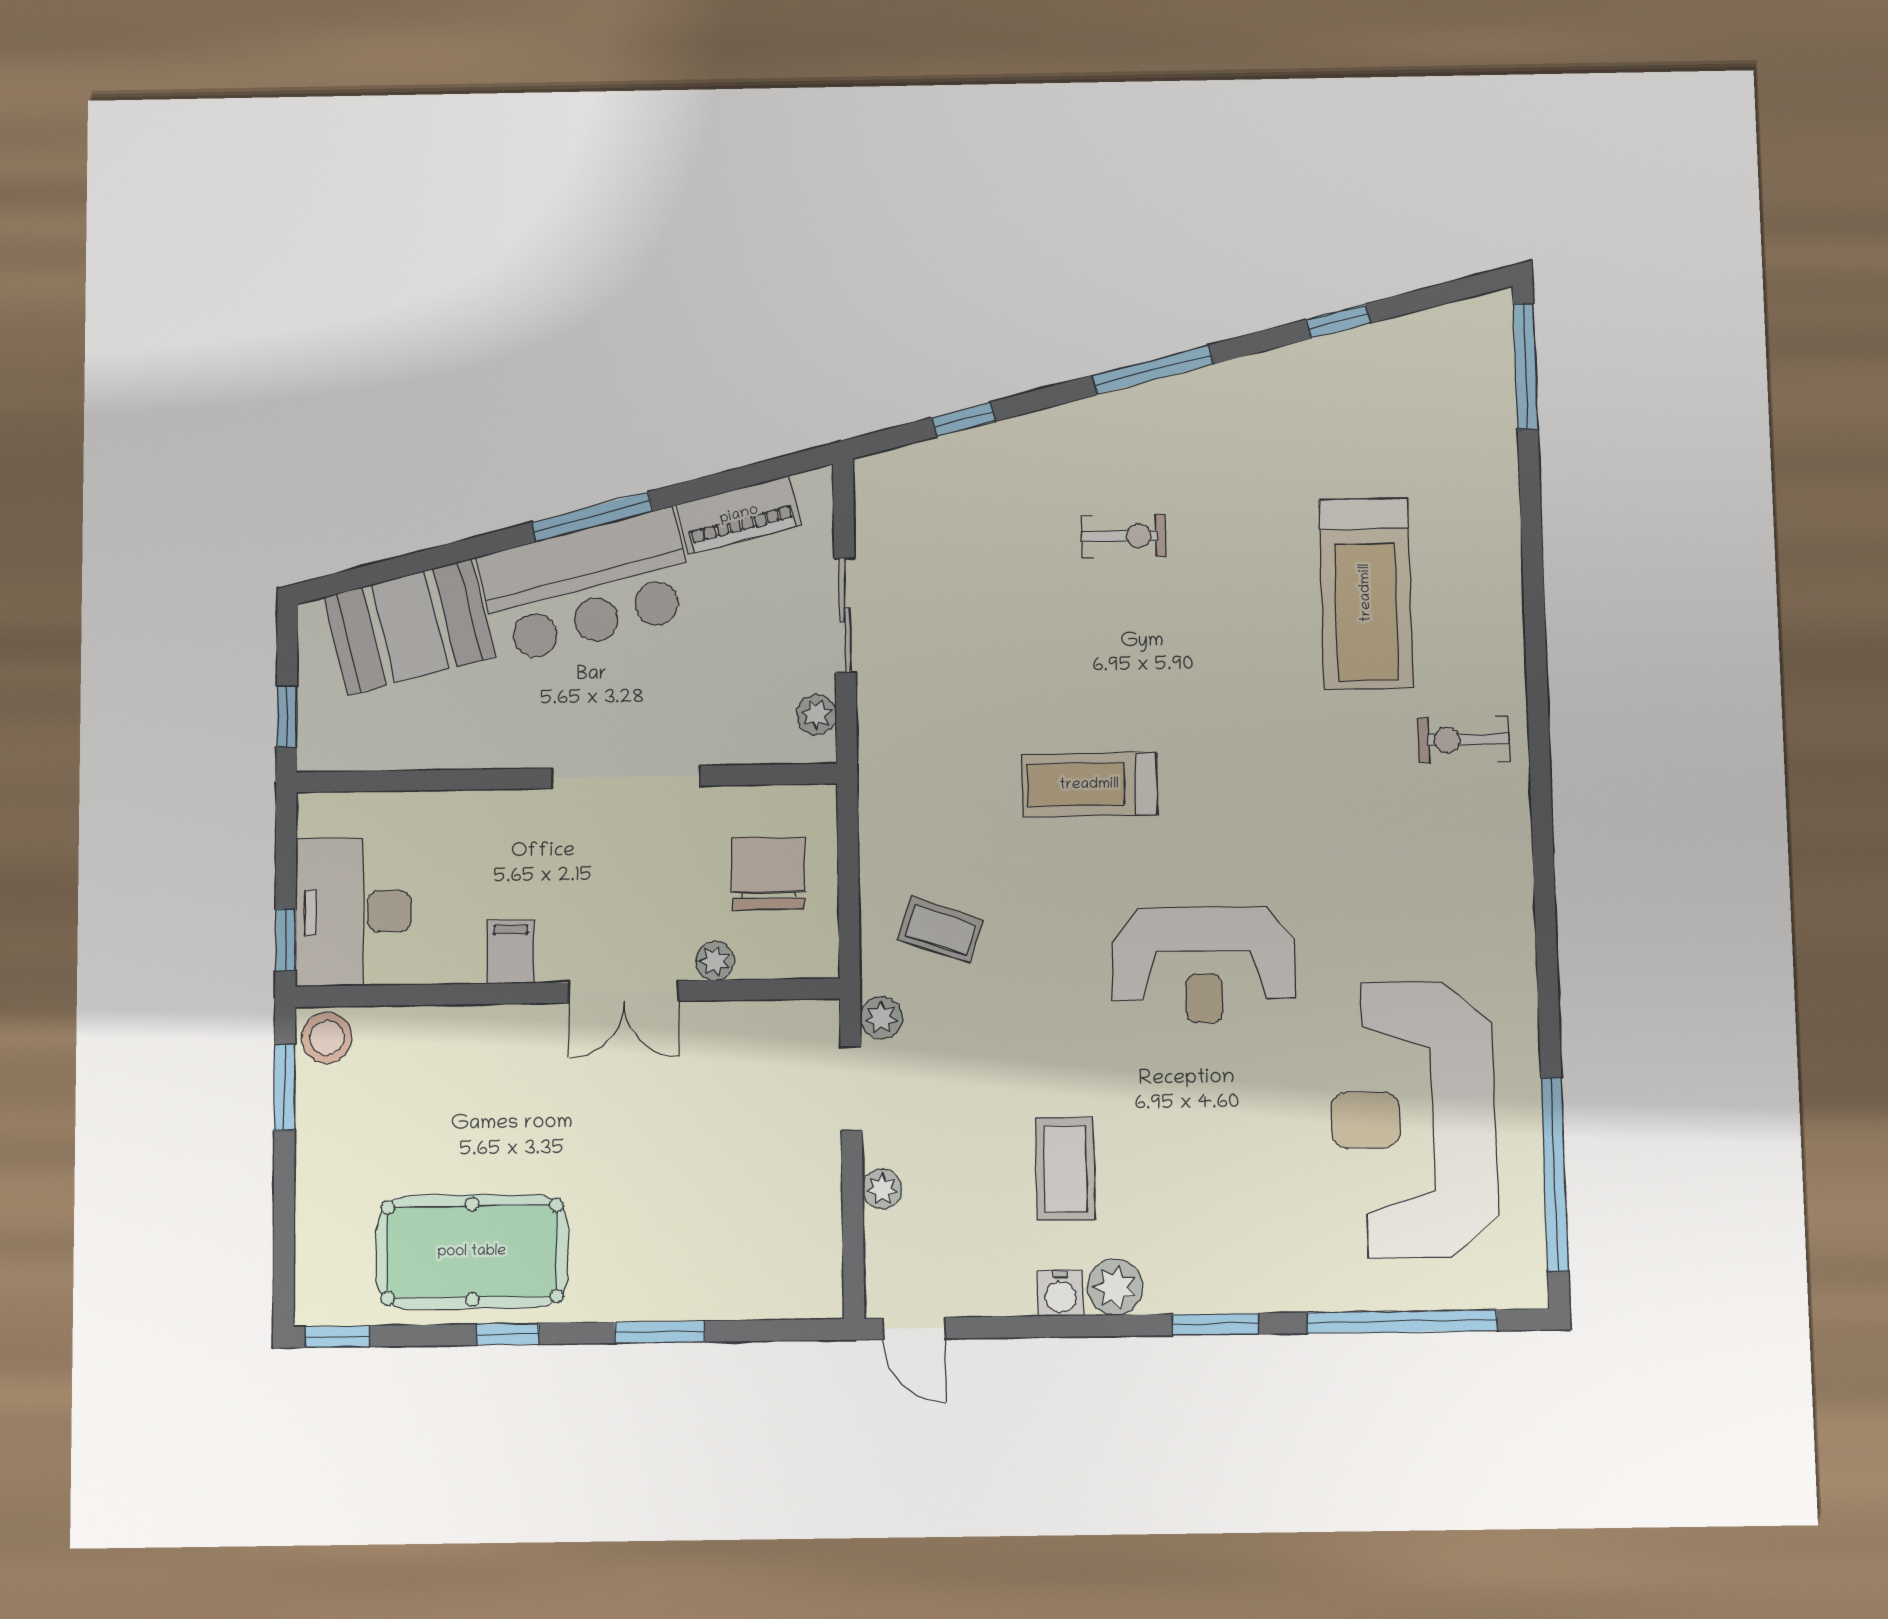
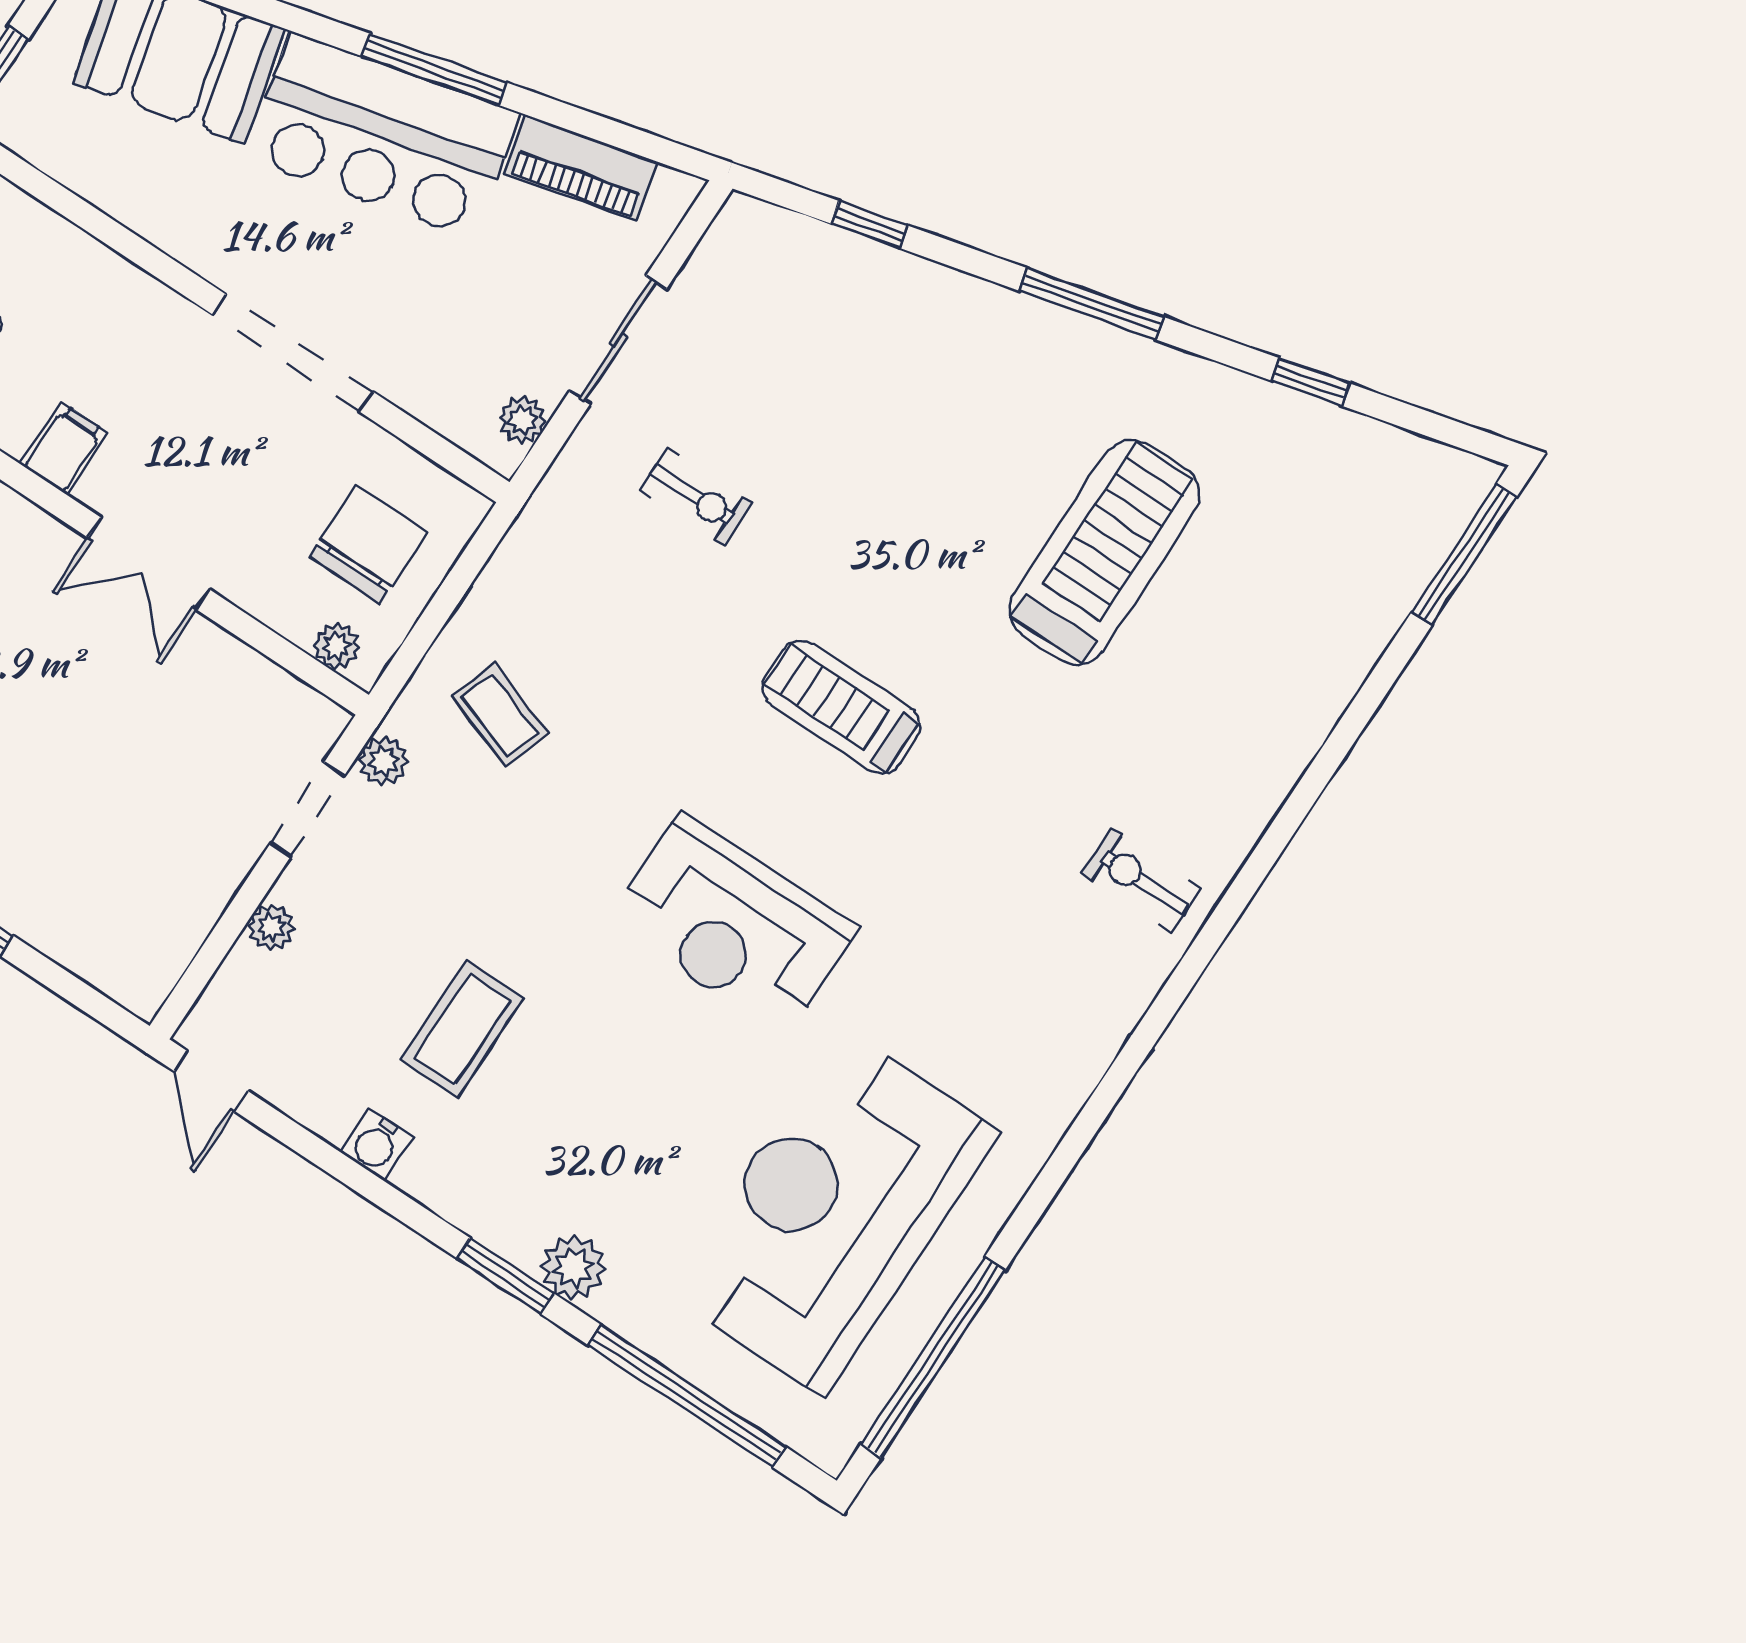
exercise bike: (1123, 536) -> (696, 497), moved
treadmill: (1366, 593) -> (1104, 552), moved, turned 180
treadmill: (1089, 785) -> (841, 707), moved
plant: (715, 961) -> (337, 646), moved
plant: (1115, 1287) -> (573, 1268), moved

